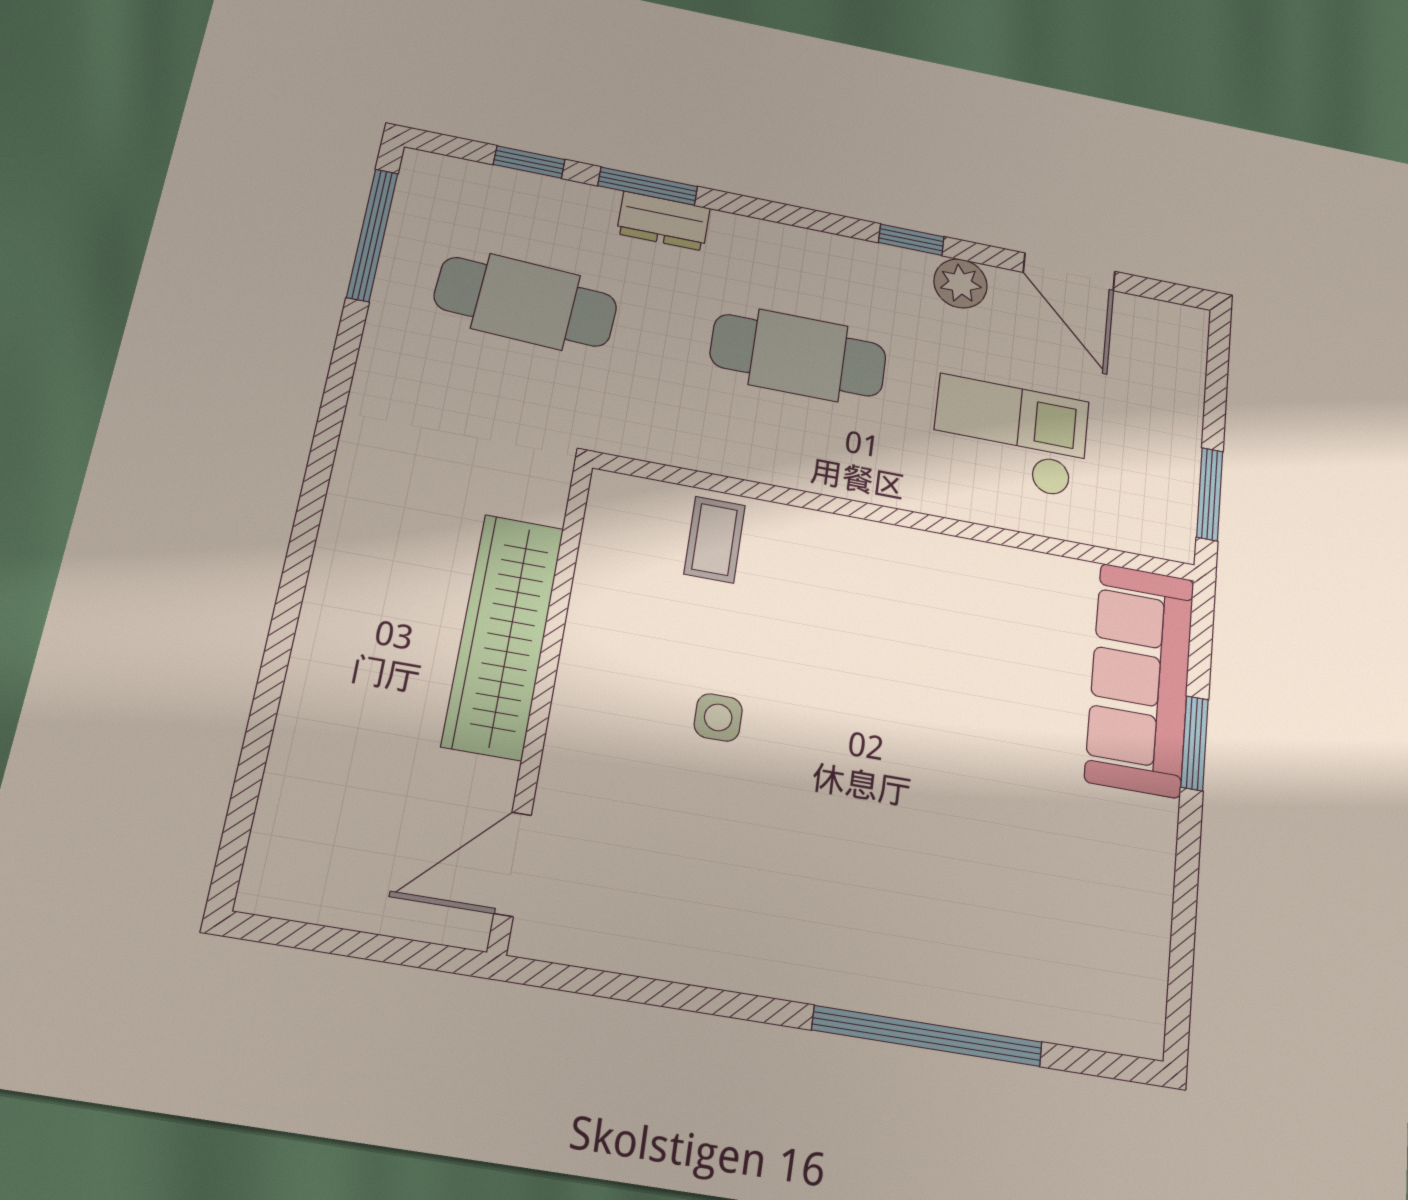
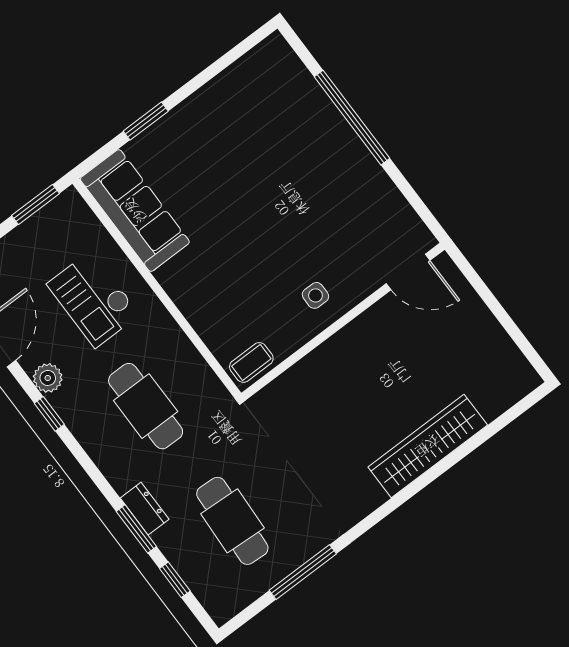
window: (372, 235) -> (303, 572), moved
wardrobe: (503, 636) -> (428, 446), moved, turned 180
sofa: (1140, 679) -> (135, 211), moved, turned -90
wall: (542, 699) -> (343, 321), moved
door: (513, 864) -> (408, 272), moved

